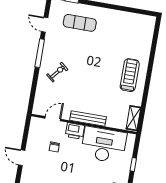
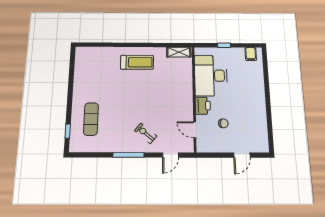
door: (45, 25) -> (171, 155), moved
treadmill: (130, 75) -> (137, 62), turned 180
bench: (88, 119) -> (188, 95), removed

